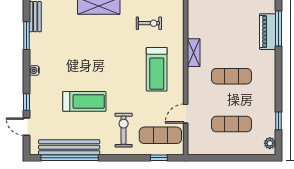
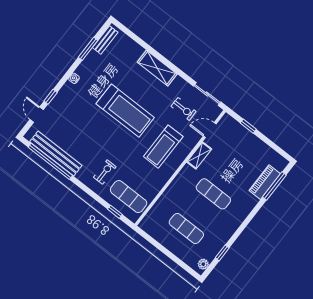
treadmill: (84, 101) -> (125, 111), moved, width x1.37, depth x1.38
door: (186, 114) -> (210, 130), moved
exercise bike: (124, 130) -> (105, 172), width x0.73, depth x0.72

